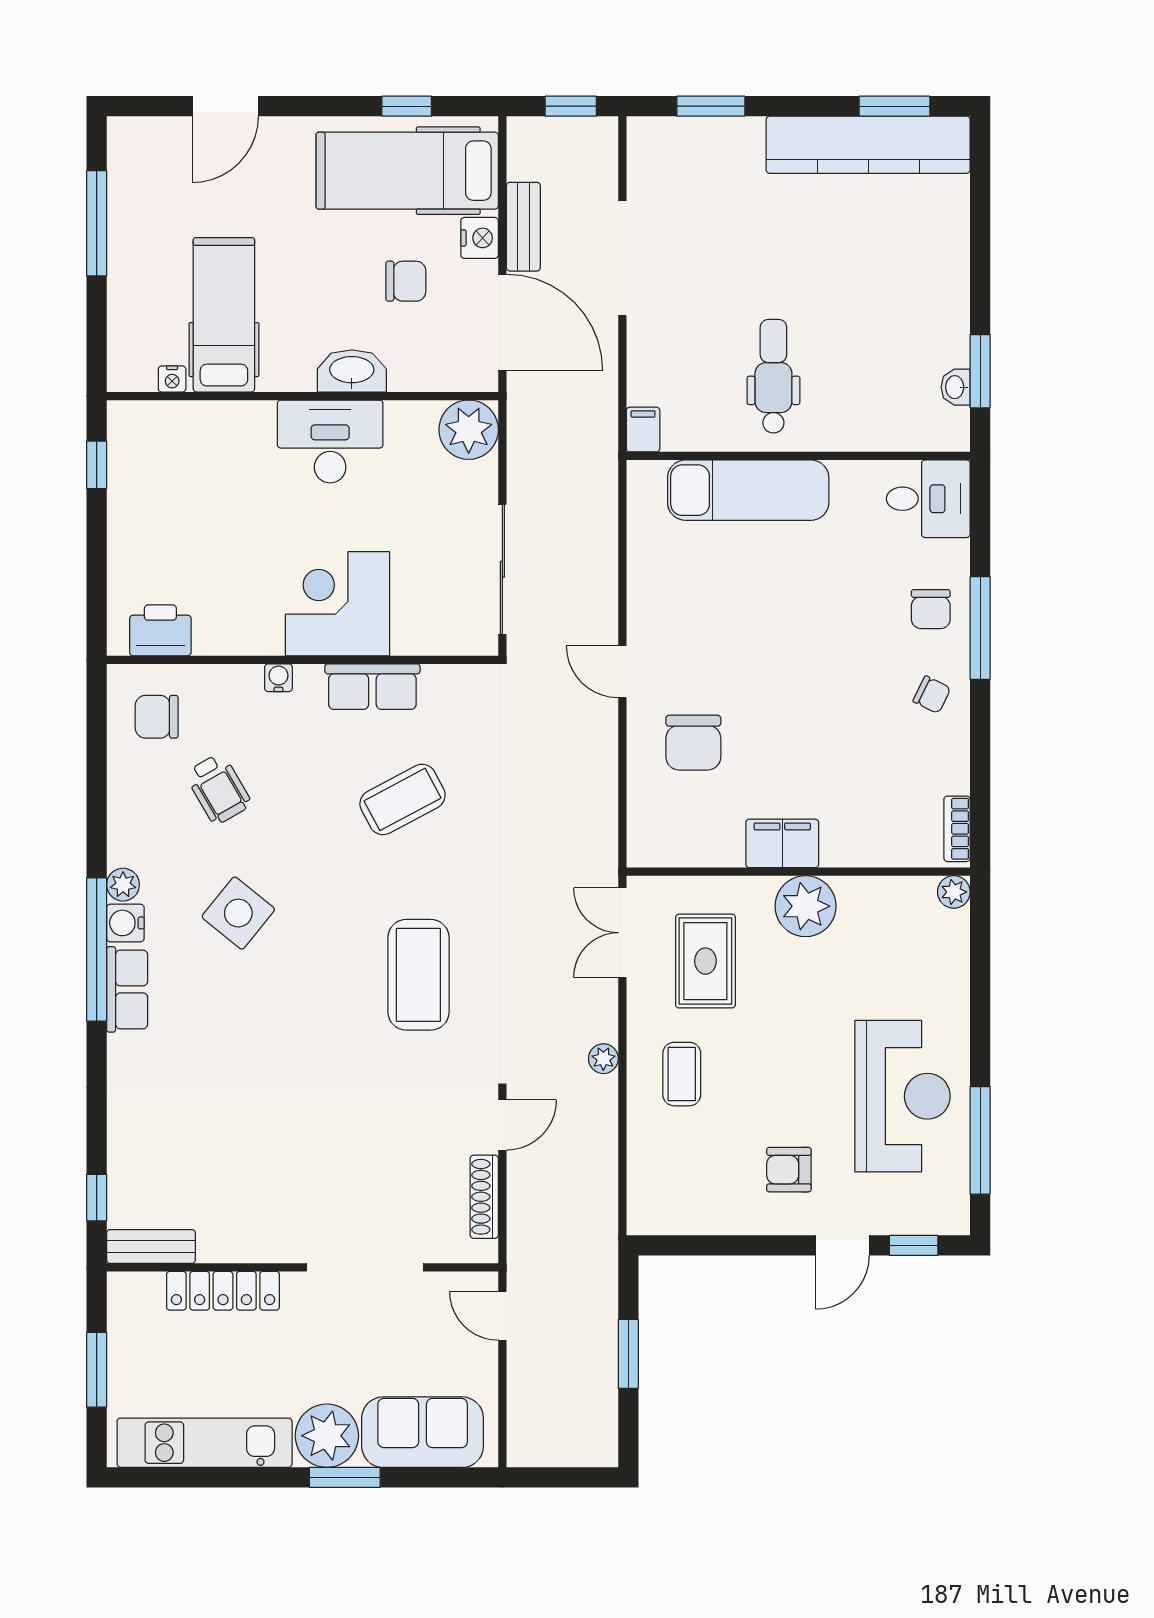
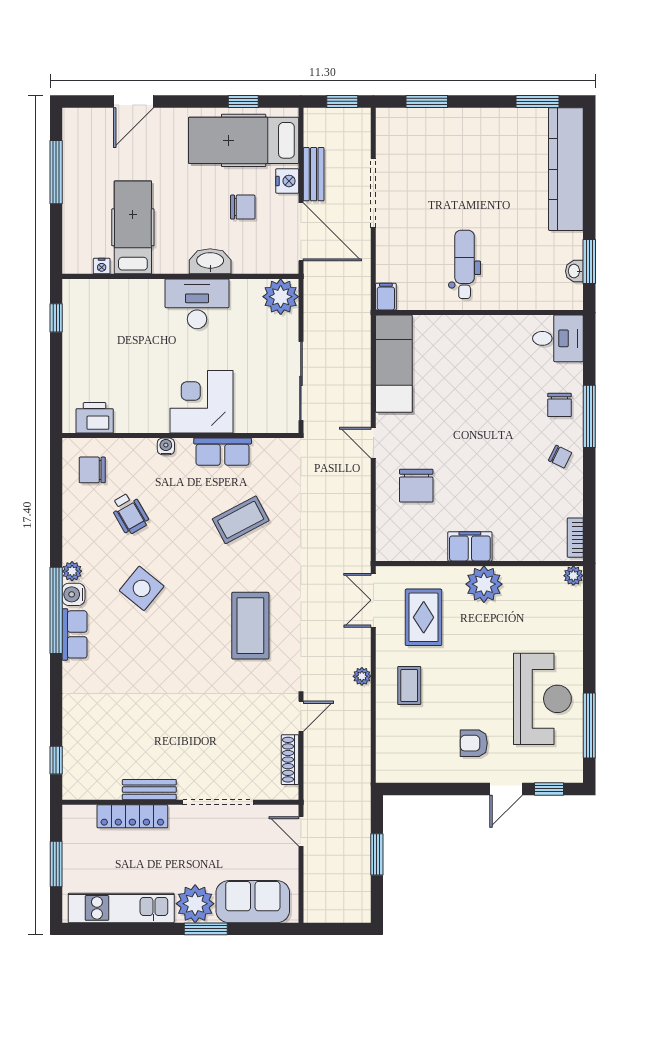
kitchen counter: (868, 145) -> (566, 169), moved, turned 90
exam couch: (748, 490) -> (394, 364), moved, turned -90
bench: (151, 1246) -> (149, 790), moved

